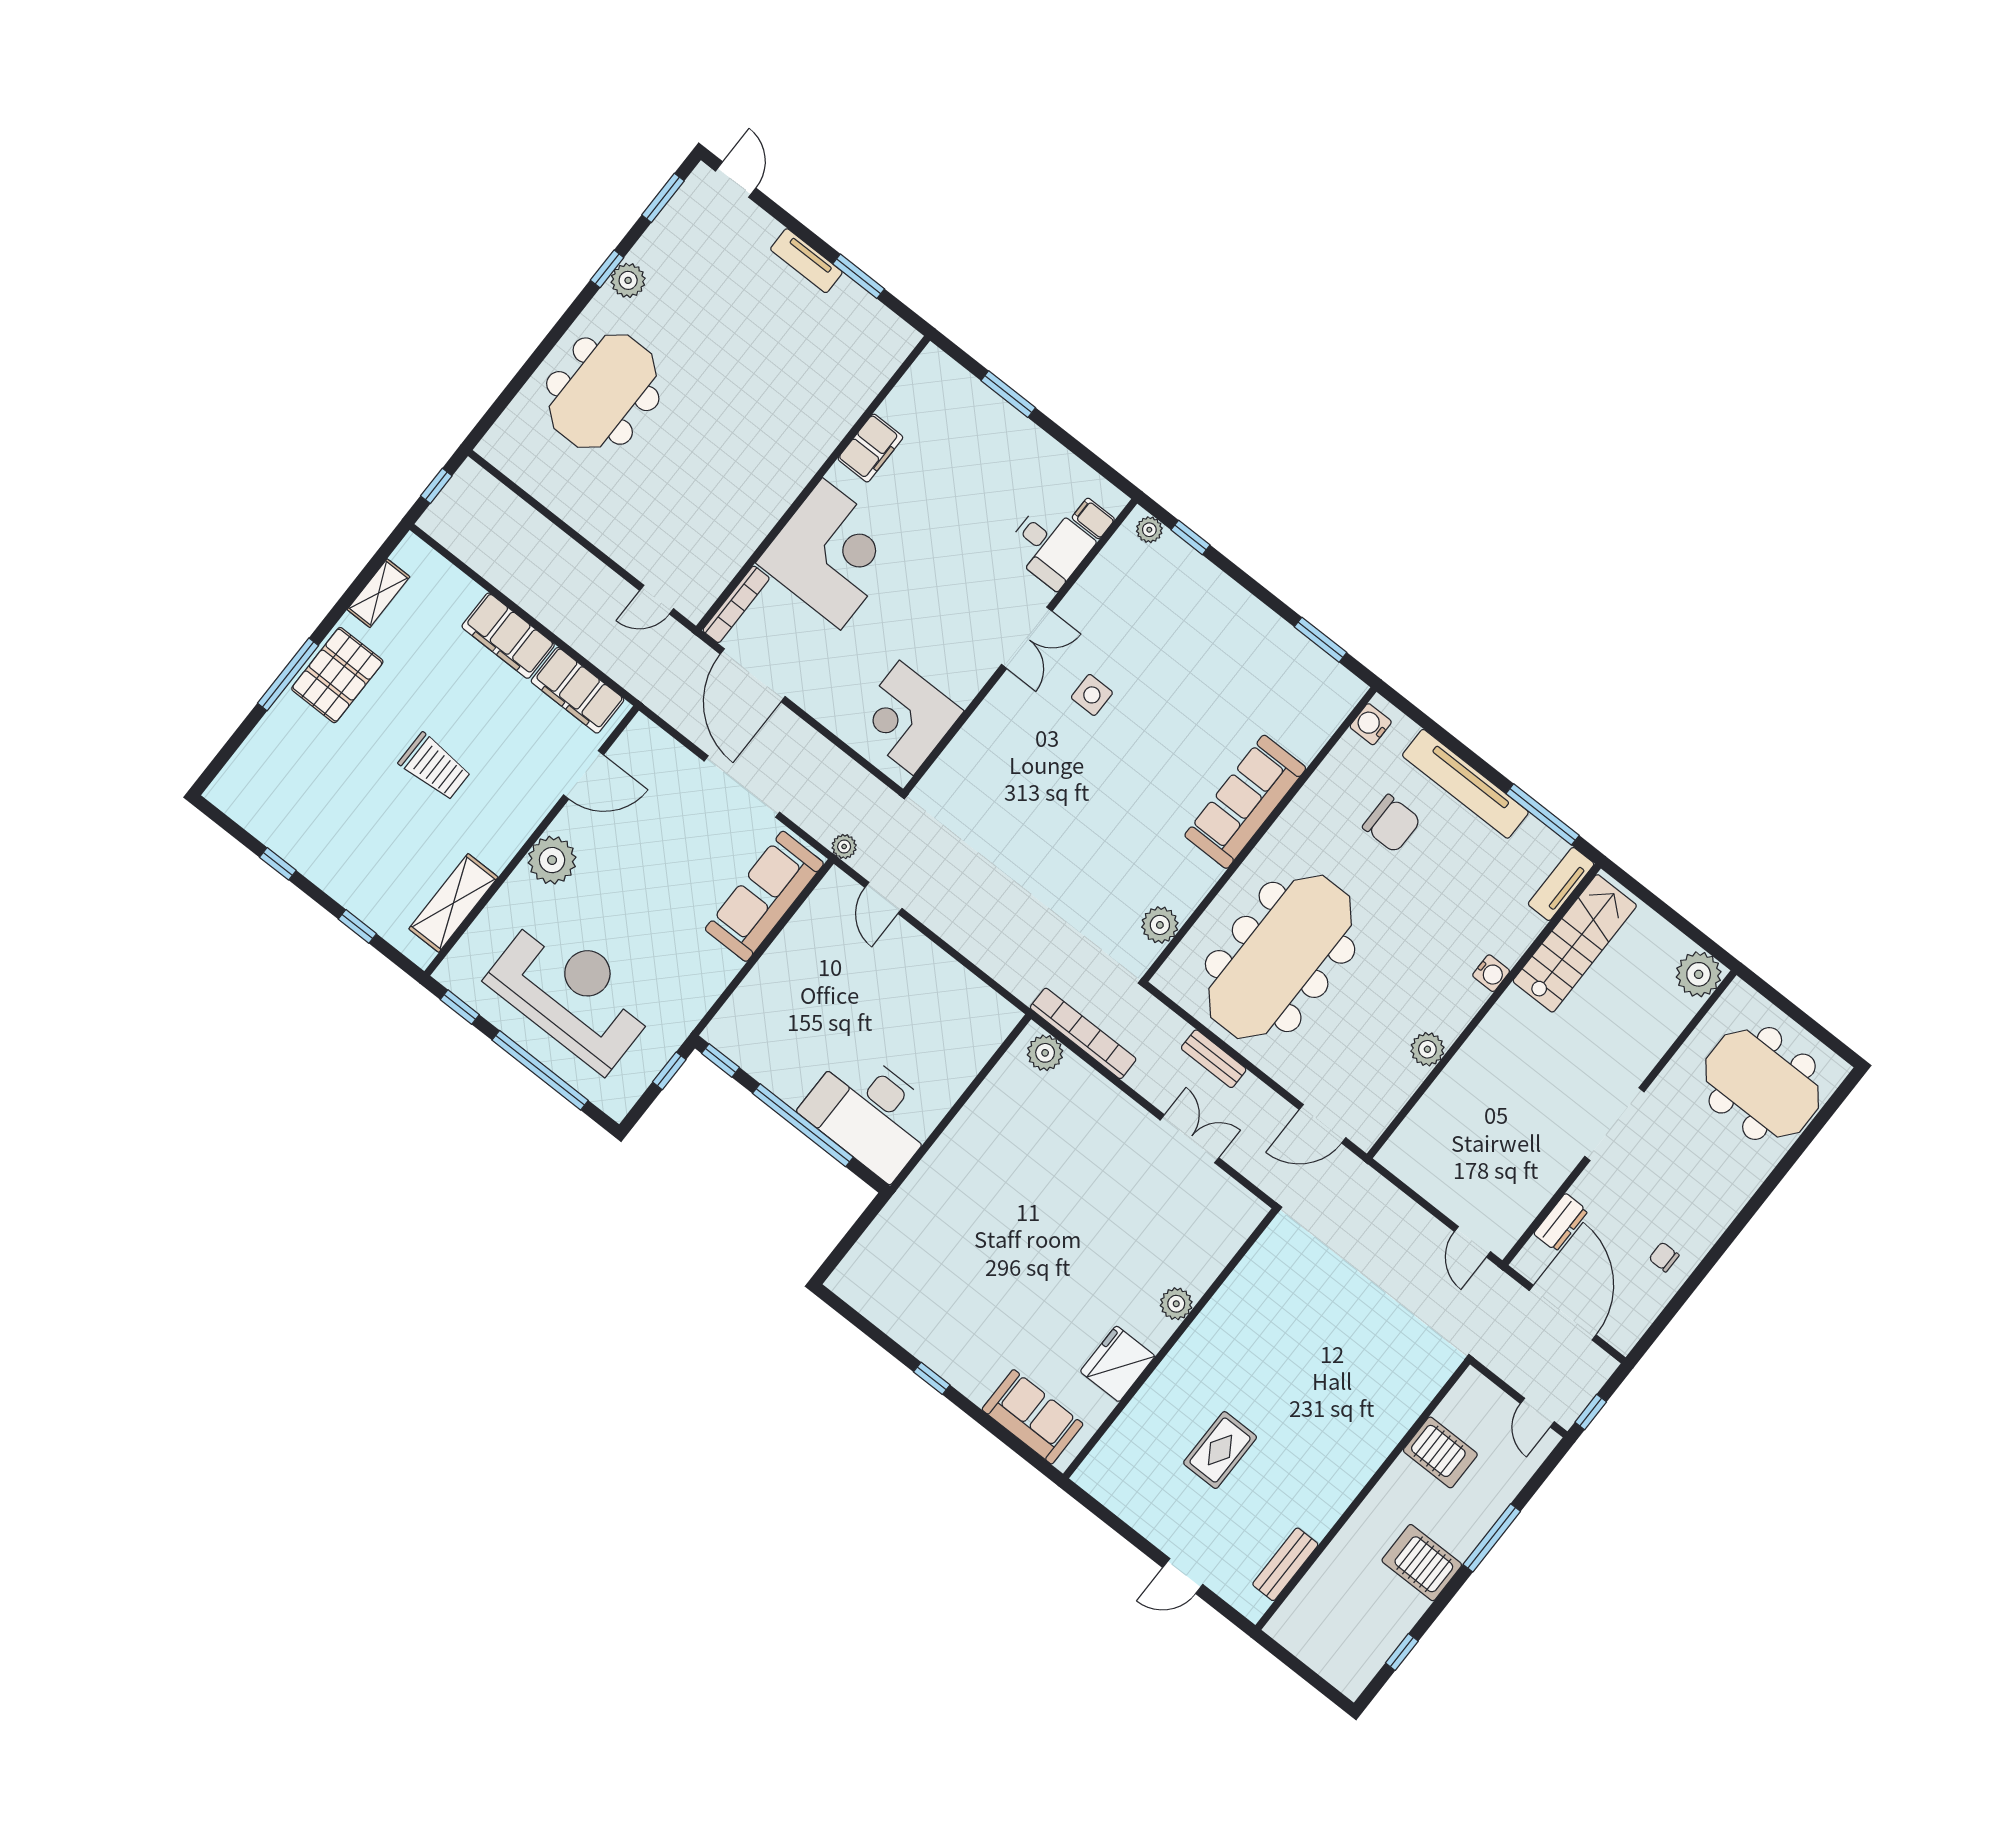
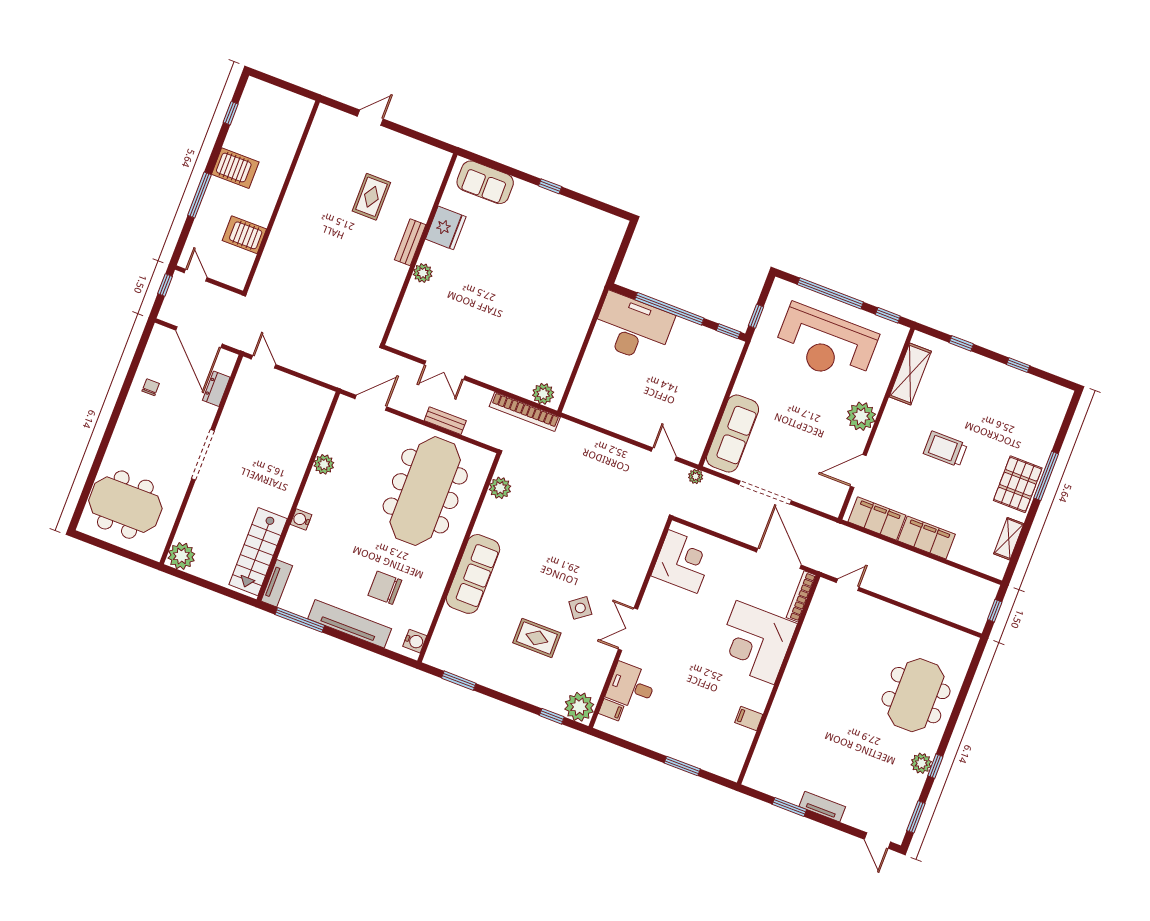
filing cabinet: (870, 448) -> (749, 719), width x0.50
plant: (1149, 530) -> (579, 707), width x1.88, depth x1.88
rug: (1176, 669) -> (537, 638), added
side table: (1092, 695) -> (580, 608), turned -37
chair: (1664, 1257) -> (151, 387), turned -90
bench: (1285, 1564) -> (410, 242), moved

